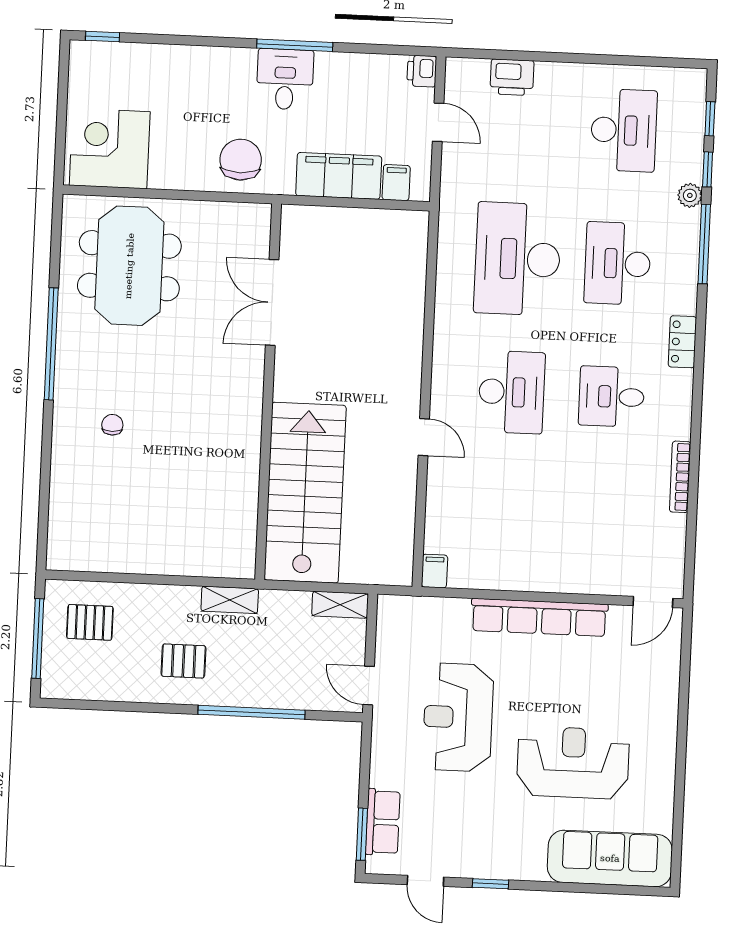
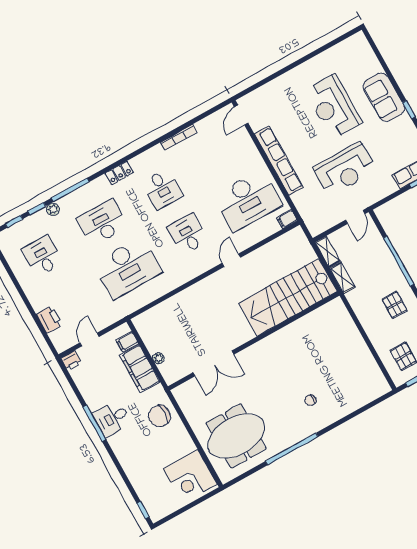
desk: (624, 130) -> (42, 256), width x0.73
plant: (337, 217) -> (158, 358), added
desk: (618, 263) -> (102, 223), turned 180
desk: (512, 392) -> (188, 234), width x0.73
desk: (505, 525) -> (248, 201), added
shelving: (230, 600) -> (342, 278), moved
door: (653, 602) -> (241, 115), swing flipped
sofa: (610, 858) -> (384, 97), moved, width x0.73

